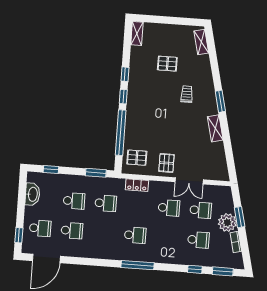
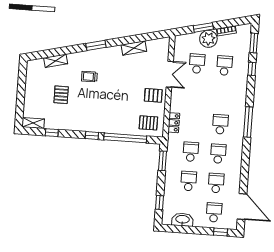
shelving: (201, 42) -> (56, 61), moved
window: (125, 74) -> (52, 133), moved
shelving: (215, 128) -> (134, 48), moved
pallet: (137, 158) -> (148, 123), turned 90
school desk: (169, 208) -> (218, 154), moved

